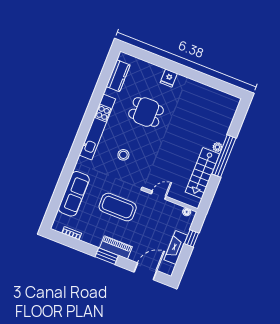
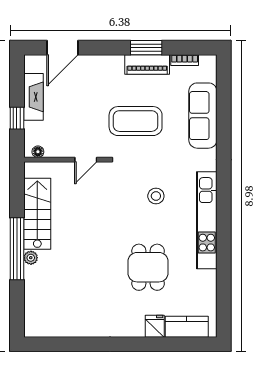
kitchen counter: (118, 76) -> (187, 327), moved, turned 90
fridge: (169, 78) -> (155, 326), moved
dining table: (146, 112) -> (148, 267), turned 90
piano: (116, 247) -> (147, 64), moved
window: (107, 256) -> (146, 48), moved

